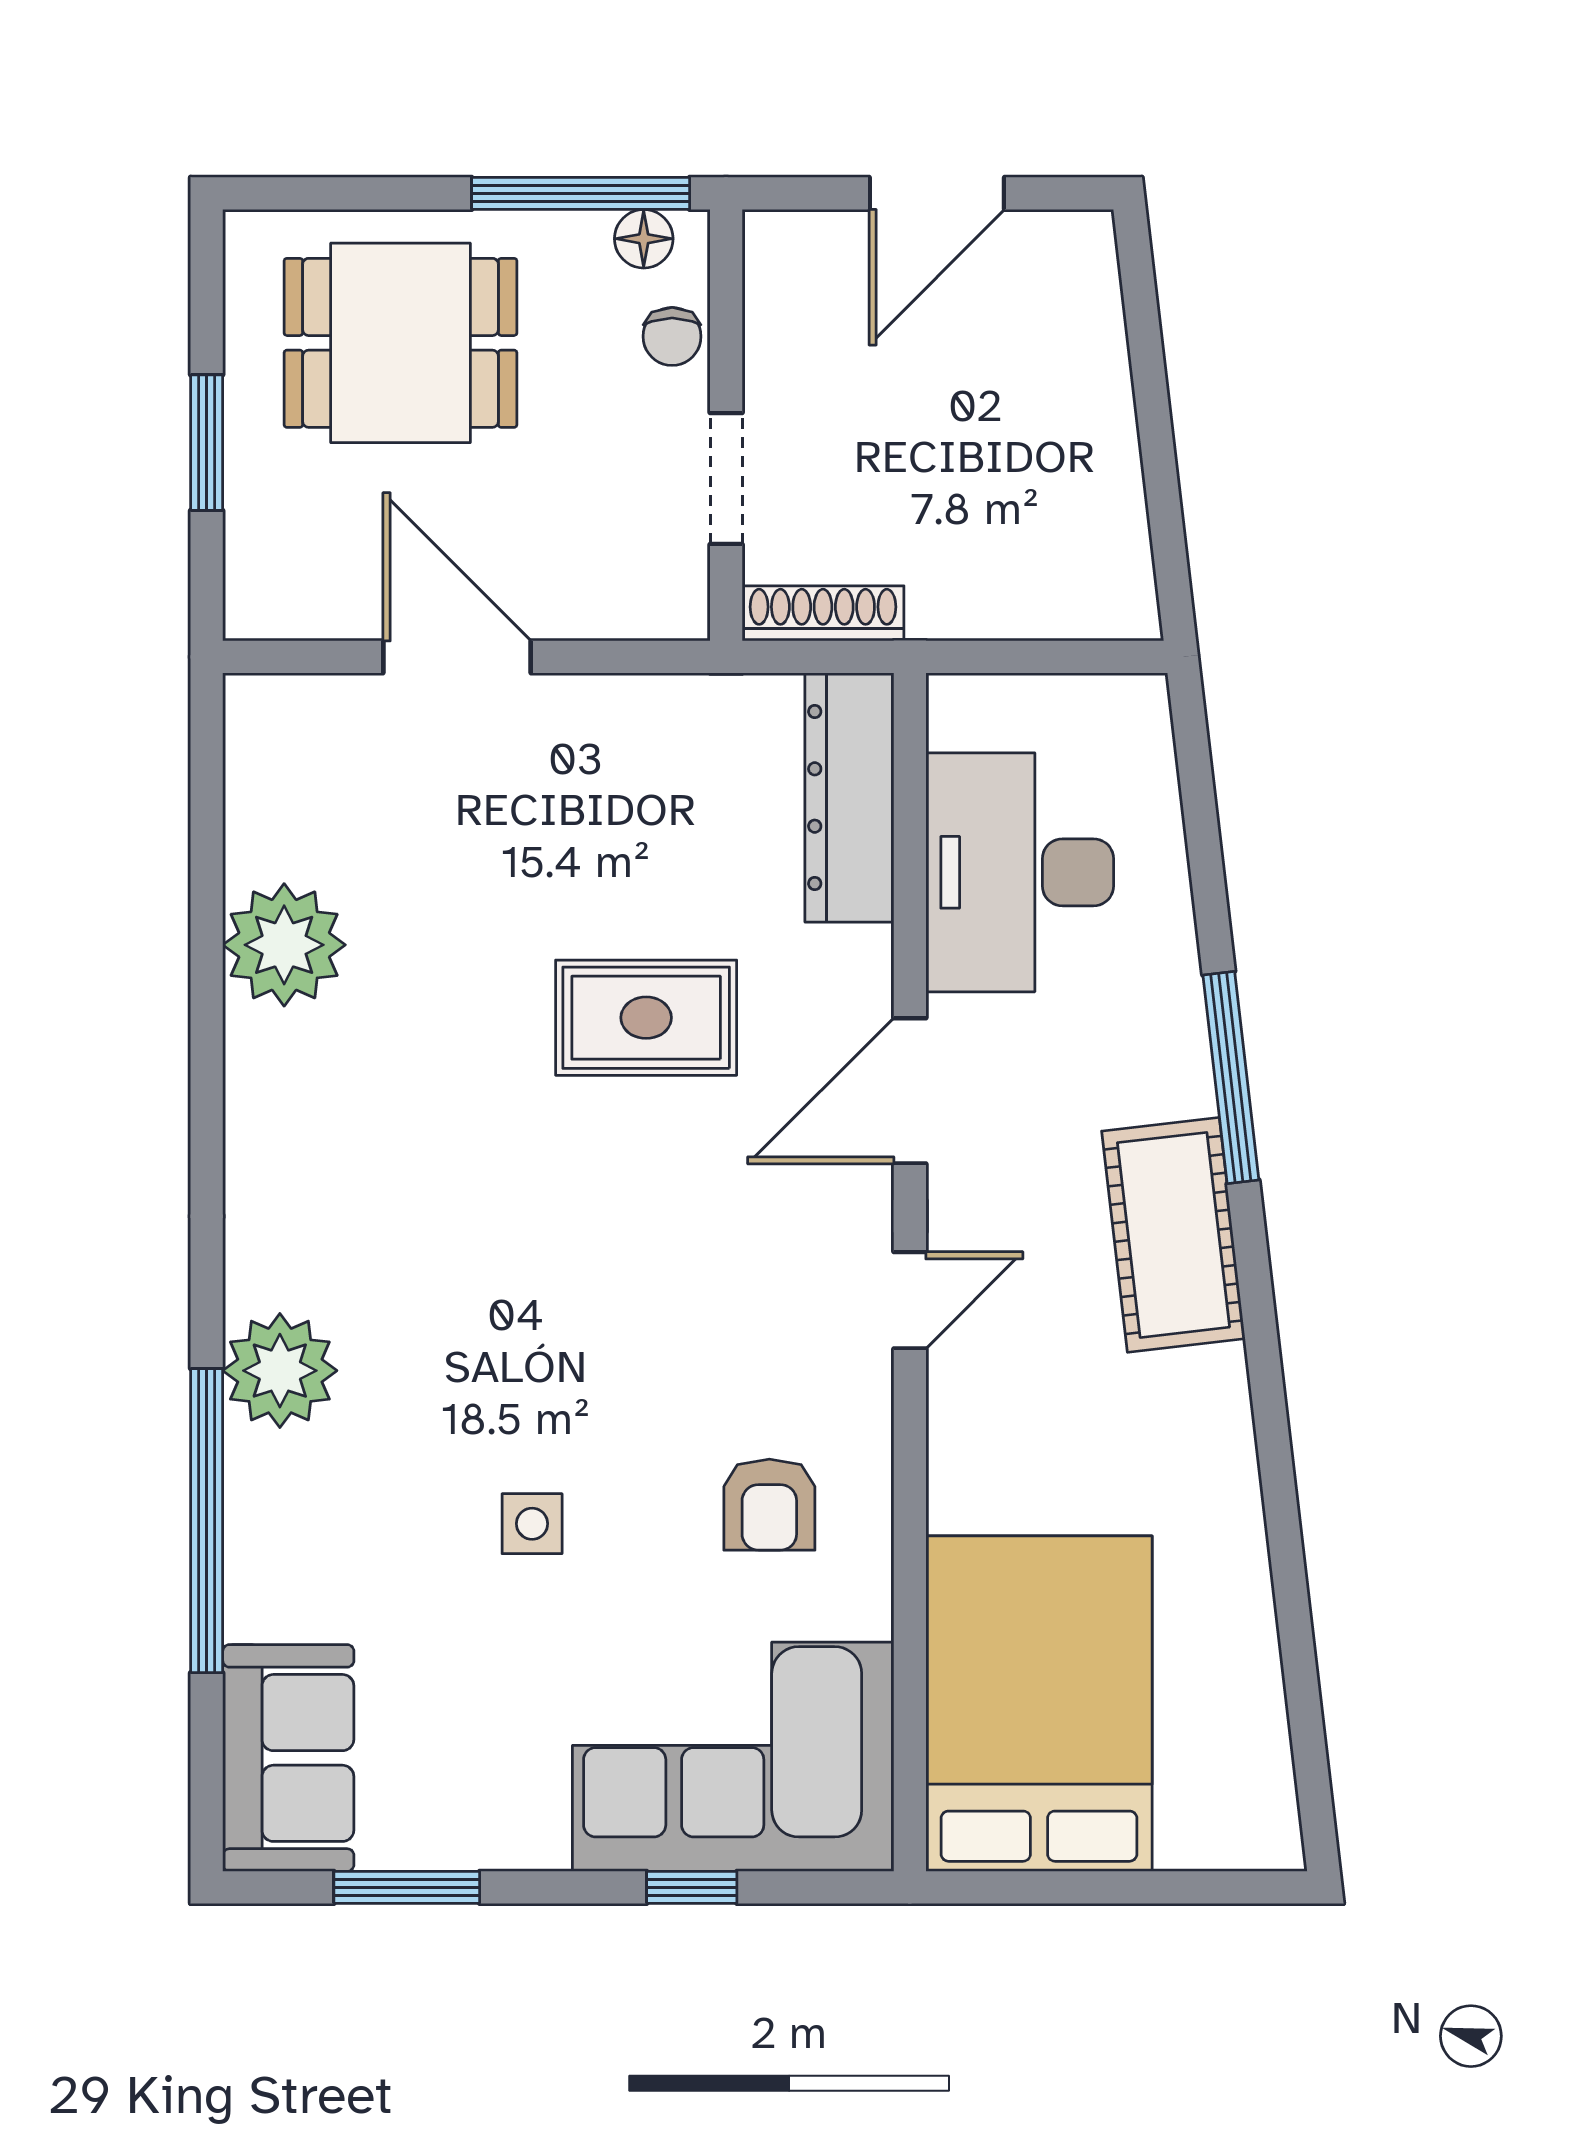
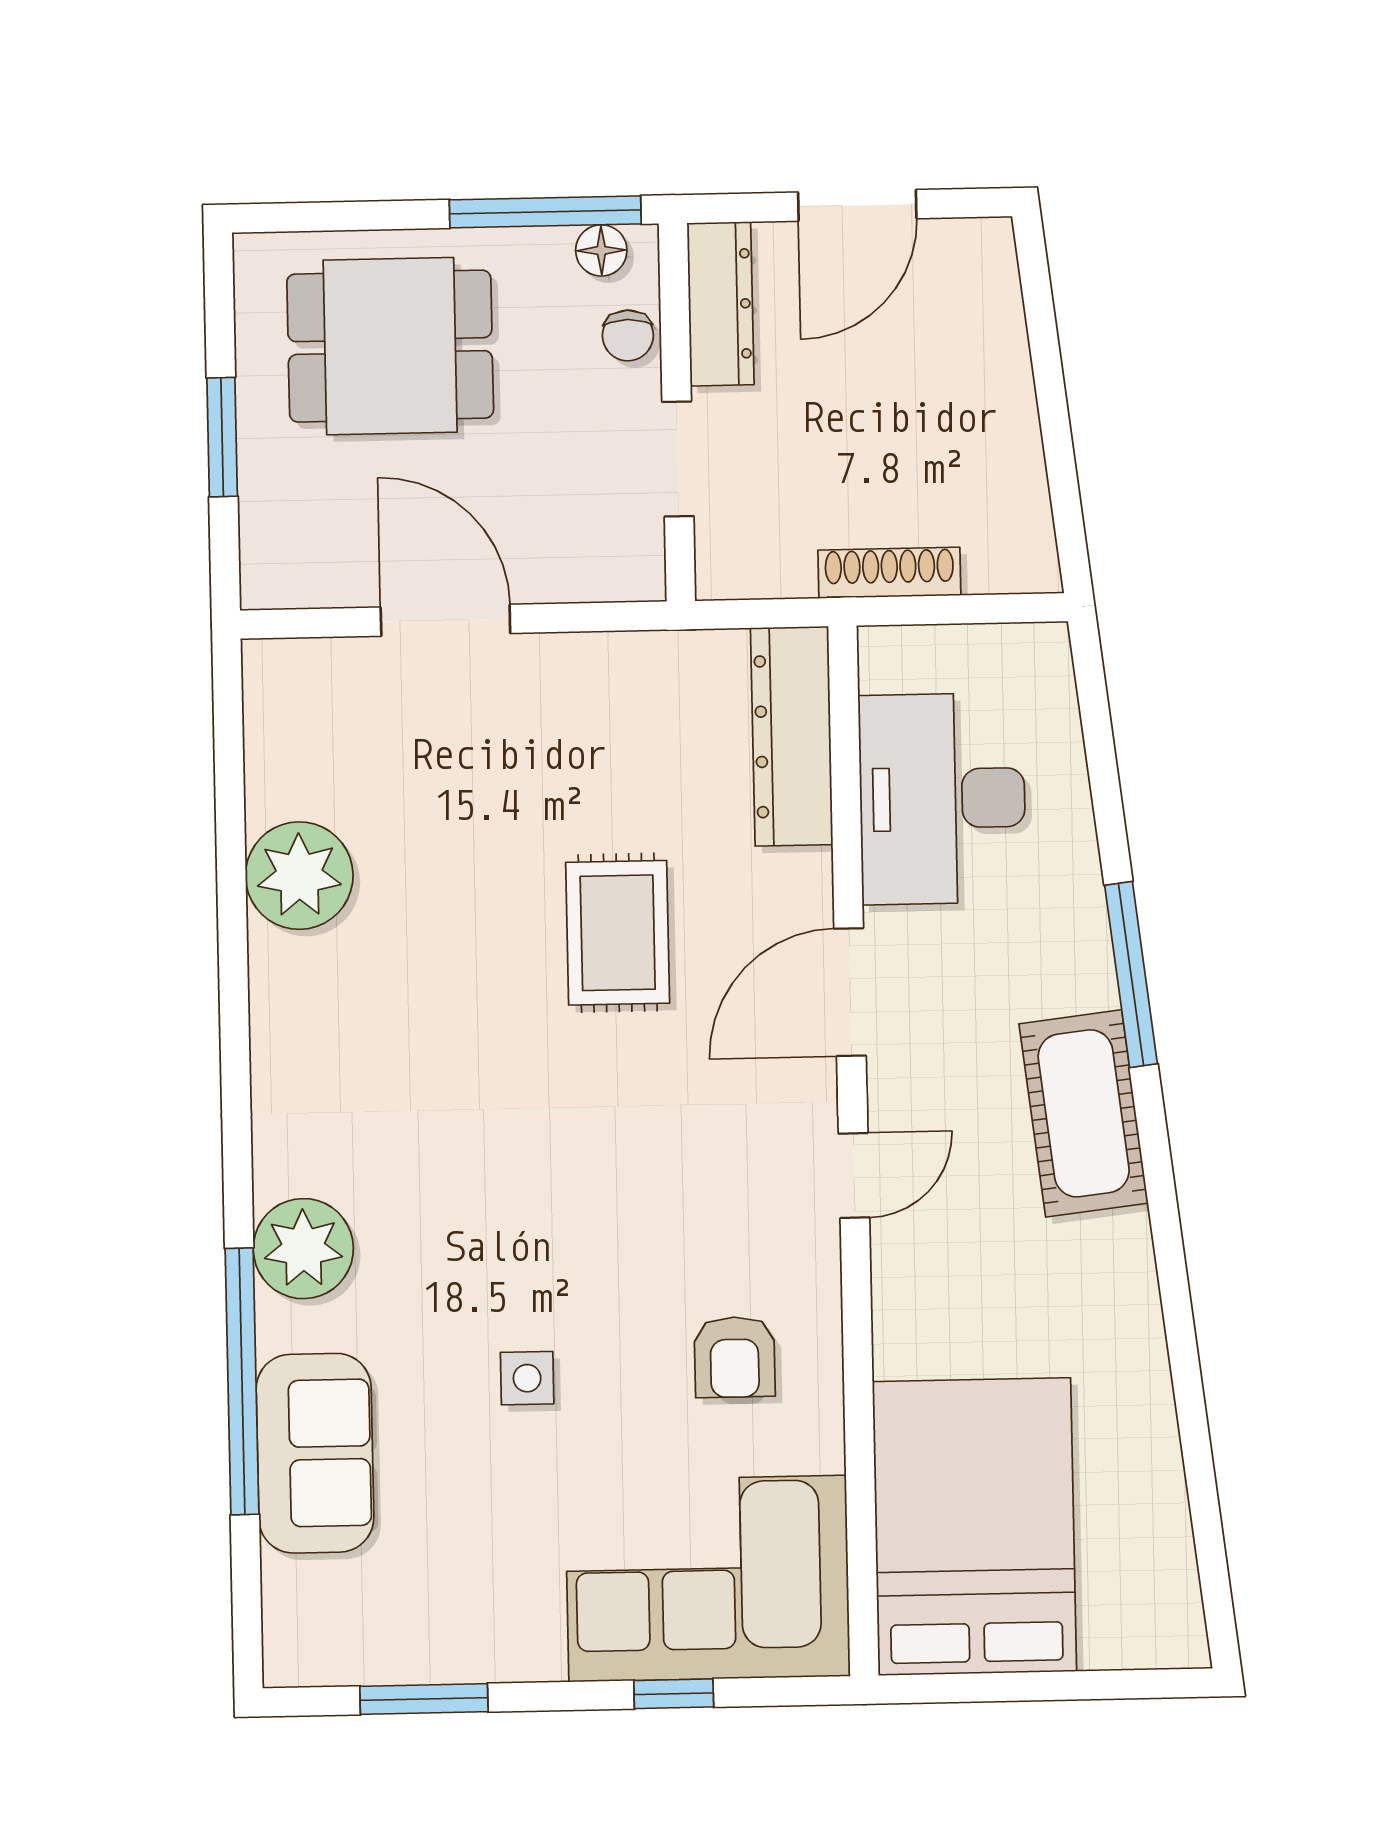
dresser: (778, 303) -> (721, 304), added
shoe rack: (823, 613) -> (889, 573), moved
rug: (646, 1018) -> (618, 933), turned 90
sofa: (288, 1758) -> (315, 1453), moved

